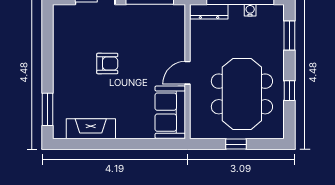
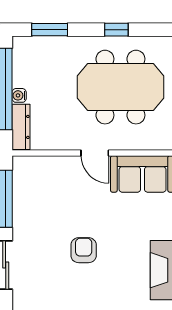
water cooler: (250, 10) -> (19, 95), moved

